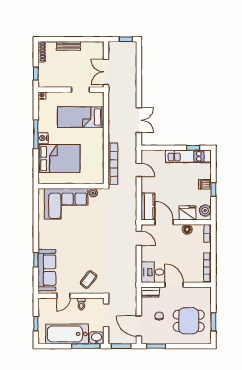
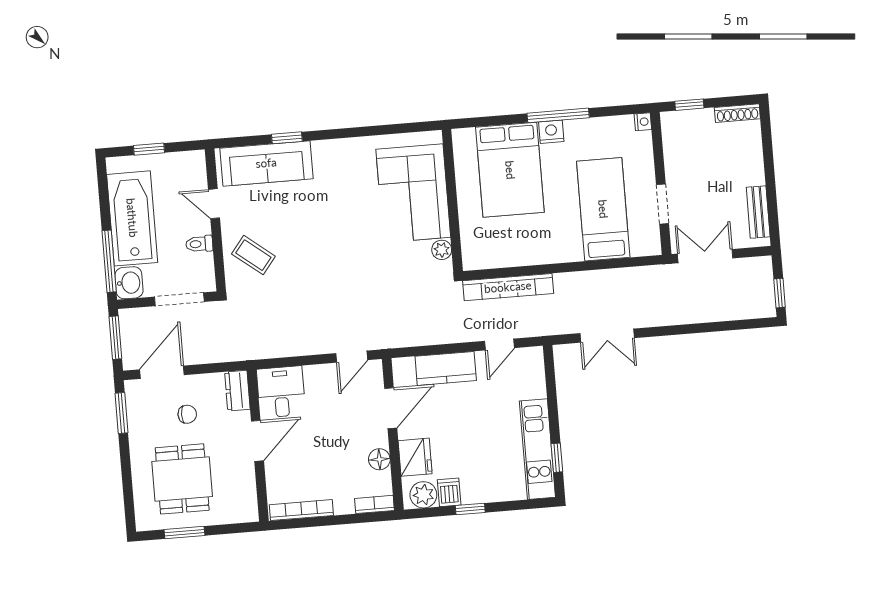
bench: (68, 46) -> (758, 212), moved
dishwasher: (205, 184) -> (449, 492), moved
kitchen counter: (148, 206) -> (446, 368), moved

